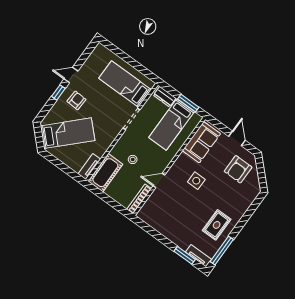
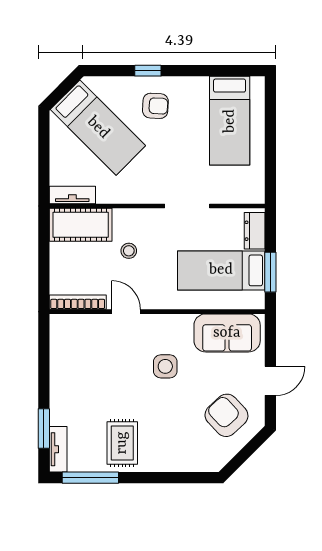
door: (71, 75) -> (187, 71), removed
bed: (125, 84) -> (230, 121), moved, turned 180
armchair: (238, 169) -> (226, 415), turned 47
rug: (217, 225) -> (122, 443), turned 90

